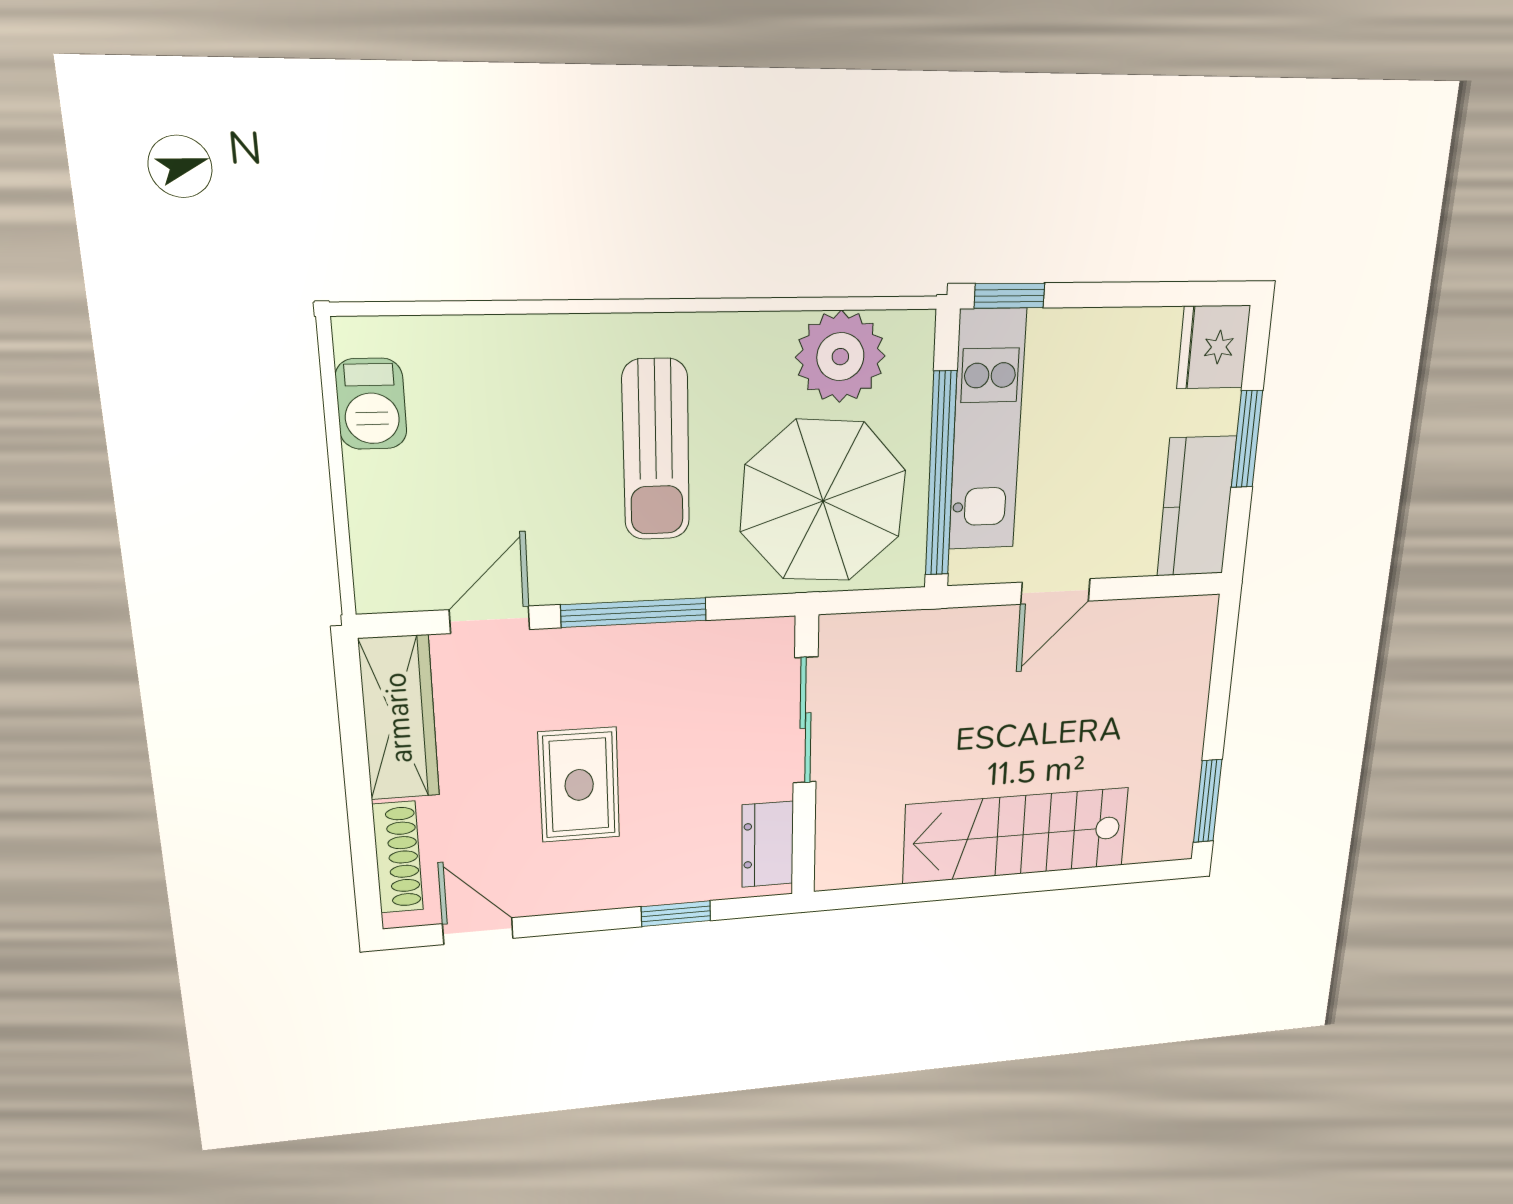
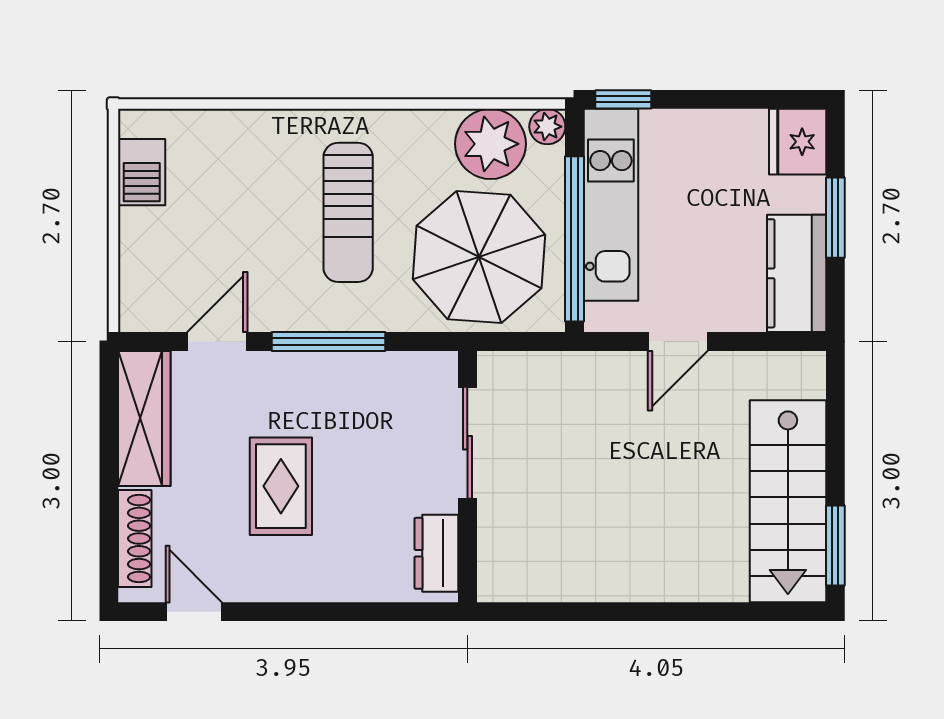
plant: (913, 333) -> (547, 127), added
stairs: (1016, 836) -> (788, 501), moved, turned -90
window: (676, 914) -> (358, 612), removed

